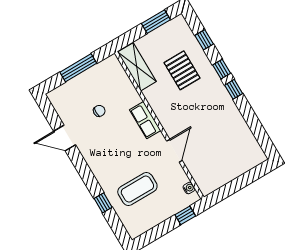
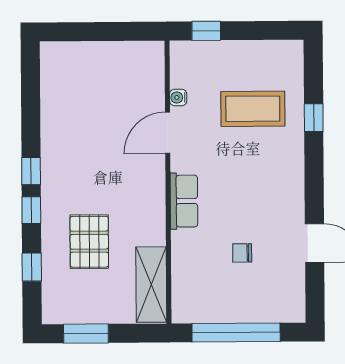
window: (78, 68) -> (236, 332), width x1.46
water cooler: (189, 188) -> (178, 97), moved

